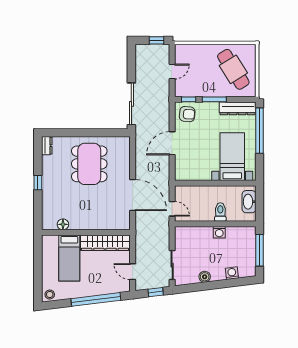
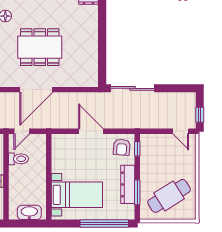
door: (172, 71) -> (181, 131), moved
window: (214, 99) -> (137, 192), moved
dresser: (238, 108) -> (128, 184), moved
dining table: (89, 164) -> (40, 47), moved
toilet: (220, 212) -> (18, 159), moved

